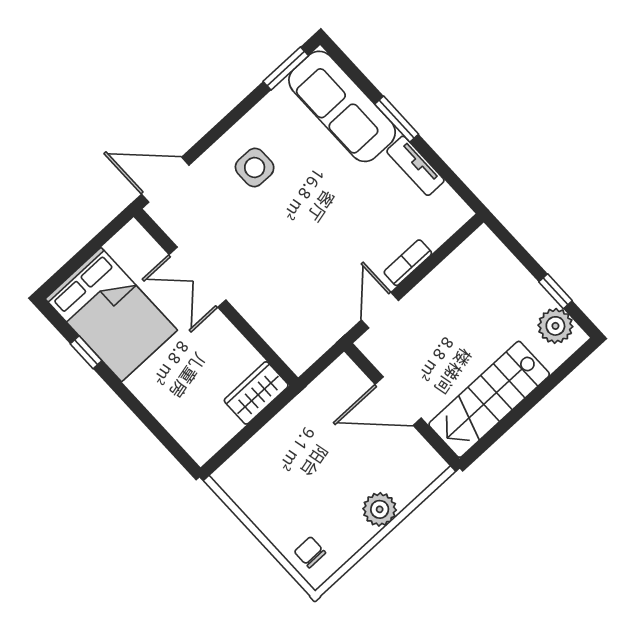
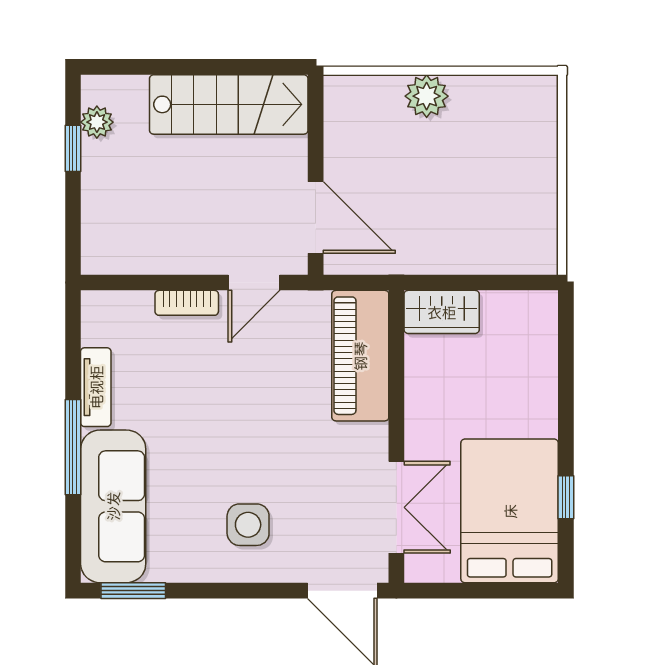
window: (397, 119) -> (73, 447), width x1.44
double door: (198, 277) -> (396, 507), moved
piano: (280, 325) -> (360, 356), added
plant: (555, 326) -> (97, 122), width x0.73, depth x0.73
door: (398, 401) -> (316, 218), moved
chair: (310, 552) -> (529, 116), removed

